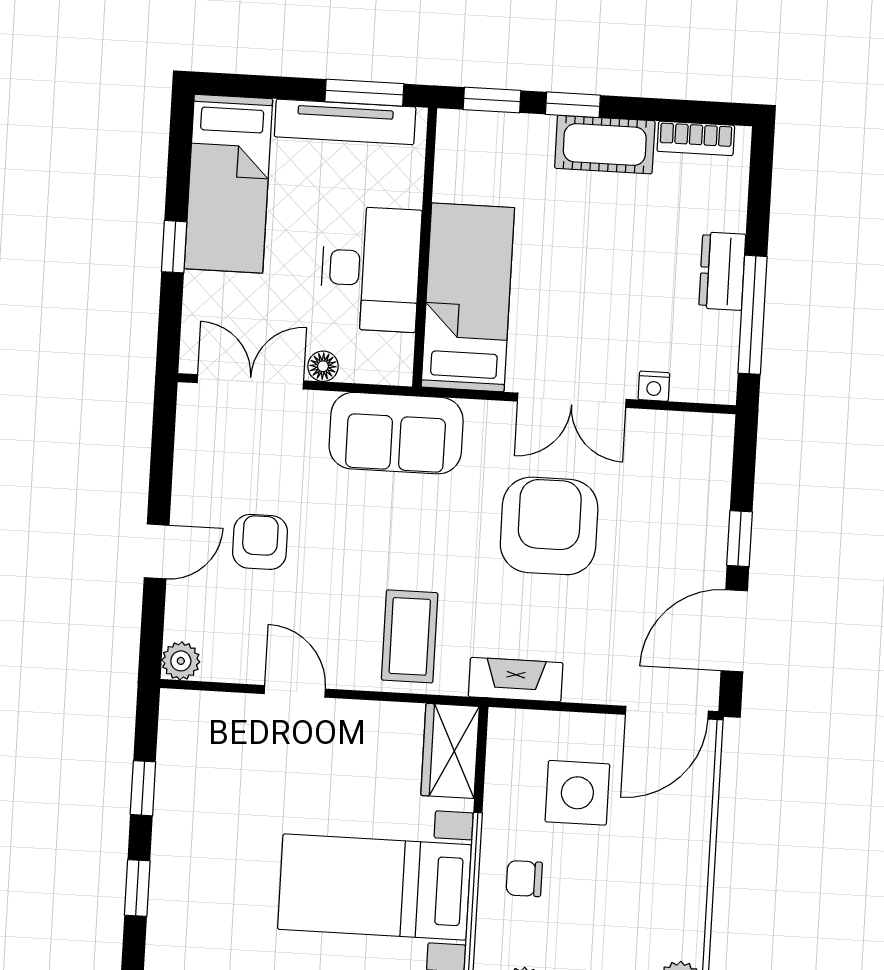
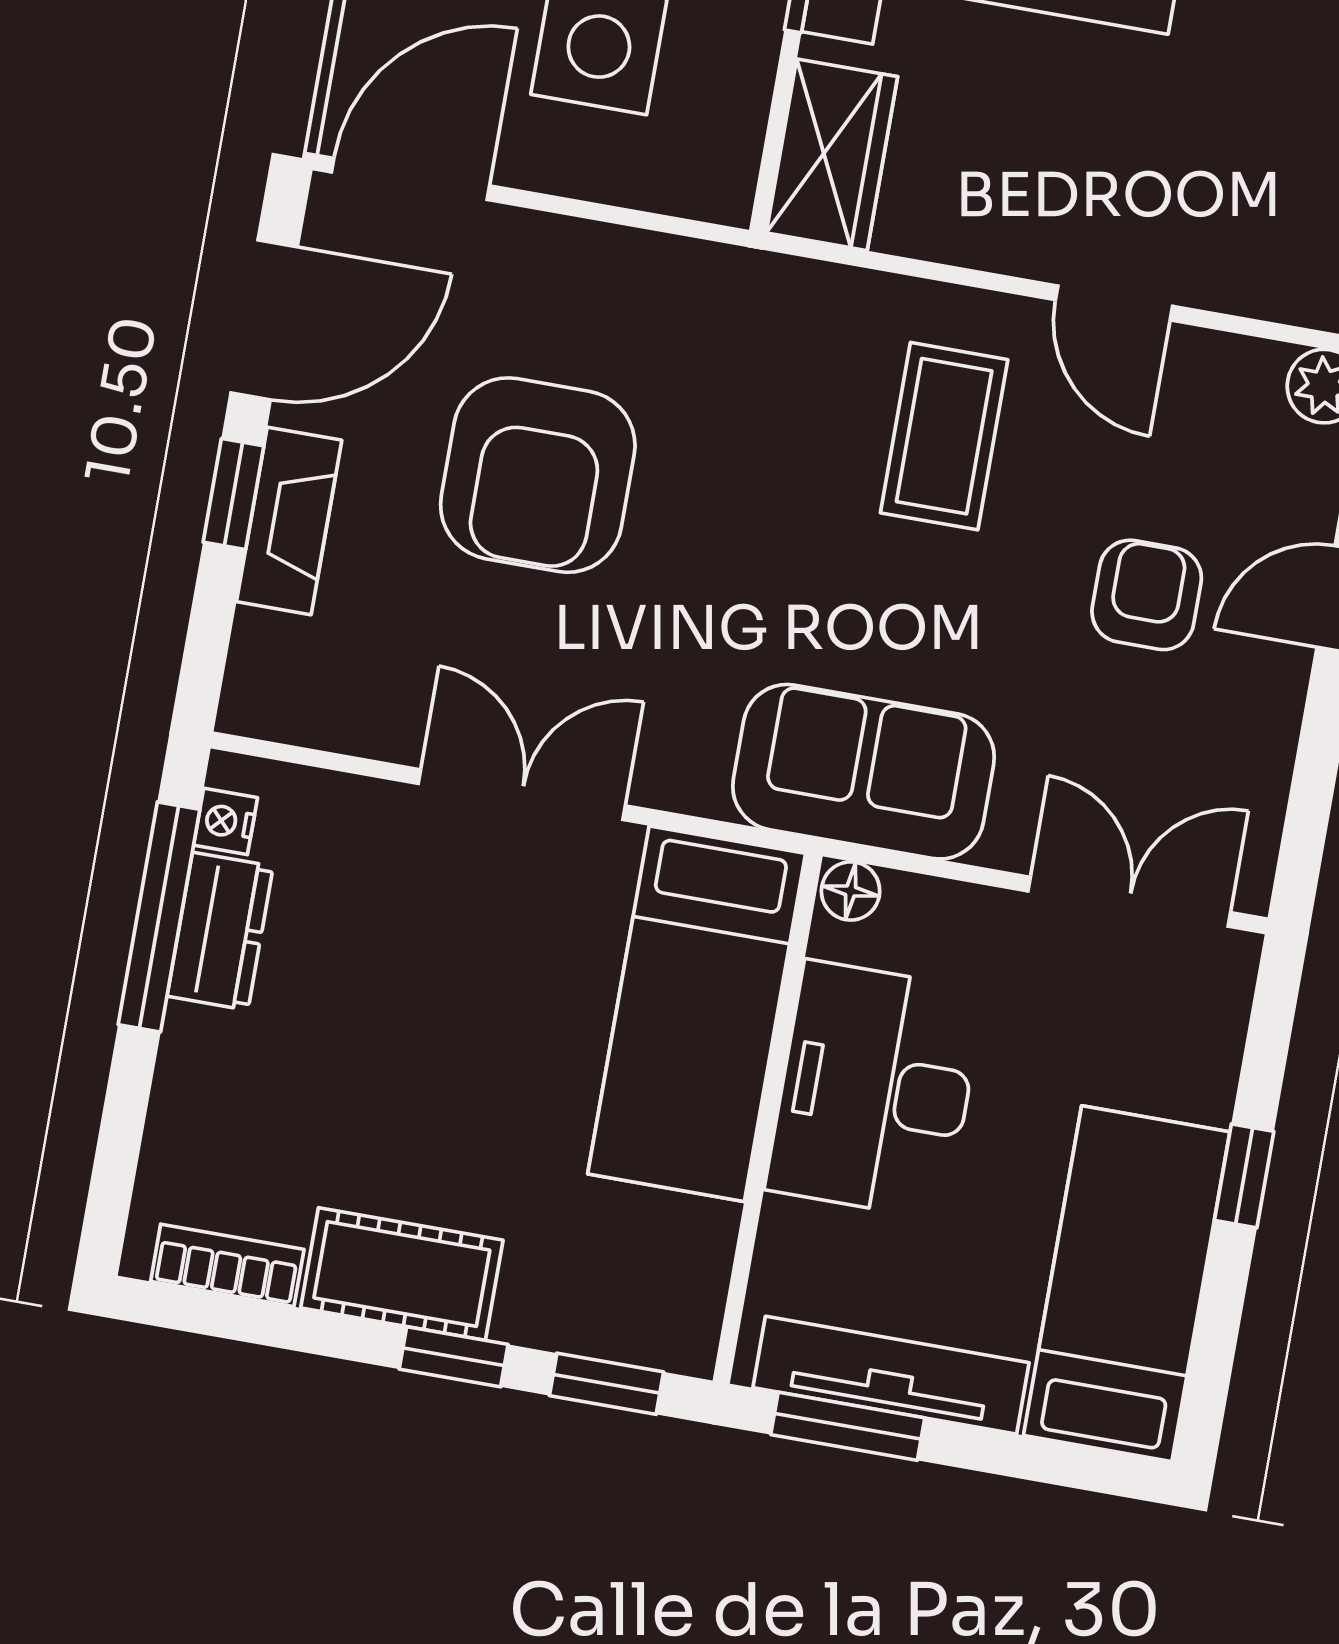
dresser: (722, 271) -> (220, 931), moved
floor lamp: (323, 366) -> (851, 891), moved
double door: (250, 382) -> (1129, 902), swing flipped
nightstand: (654, 386) -> (226, 821), moved, turned -90
armchair: (549, 526) -> (538, 475), moved
armchair: (260, 542) -> (1147, 595), turned 180
coffee table: (410, 636) -> (944, 436), moved
fireplace: (516, 680) -> (289, 521), moved, turned -90

